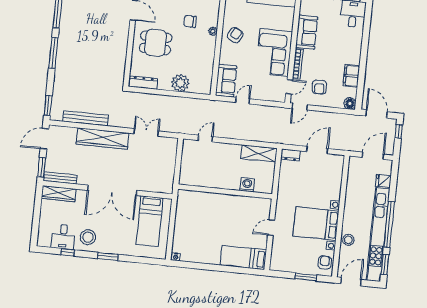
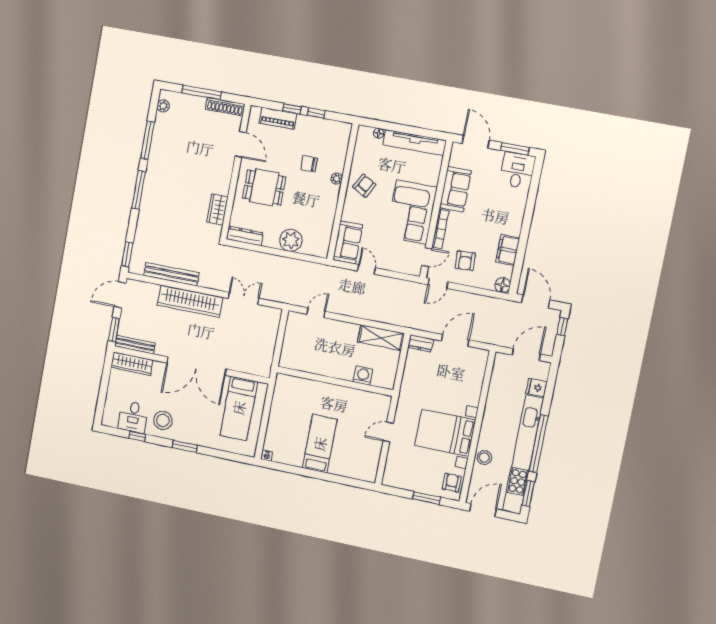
wardrobe: (119, 63) -> (217, 210), added
door: (243, 101) -> (367, 269), hinge flipped
bed: (243, 258) -> (320, 444), moved, turned 90

